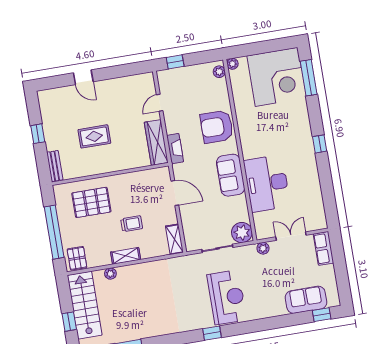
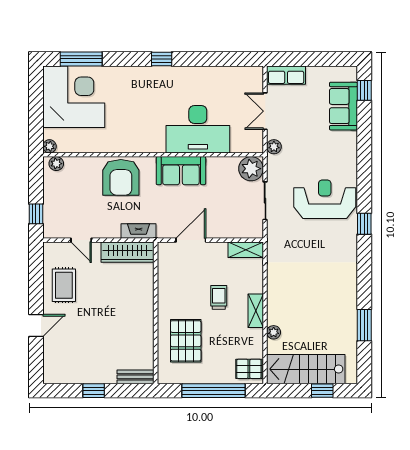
rug: (94, 136) -> (64, 285), moved

